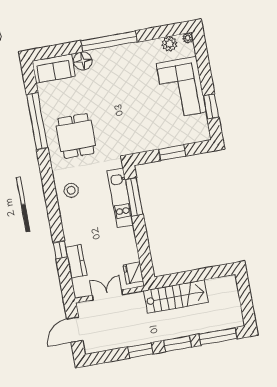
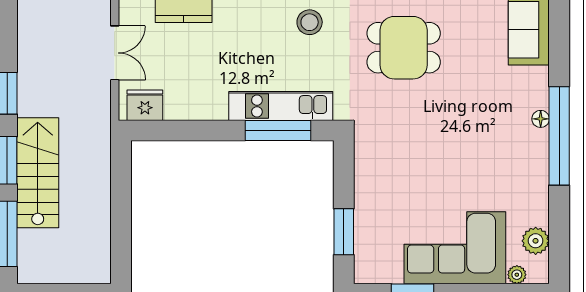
plant: (188, 38) -> (517, 275), moved
floor lamp: (83, 61) -> (541, 119), moved, width x0.53, depth x0.53
window: (172, 153) -> (344, 232), moved
stairs: (176, 297) -> (38, 173), moved, turned 180

